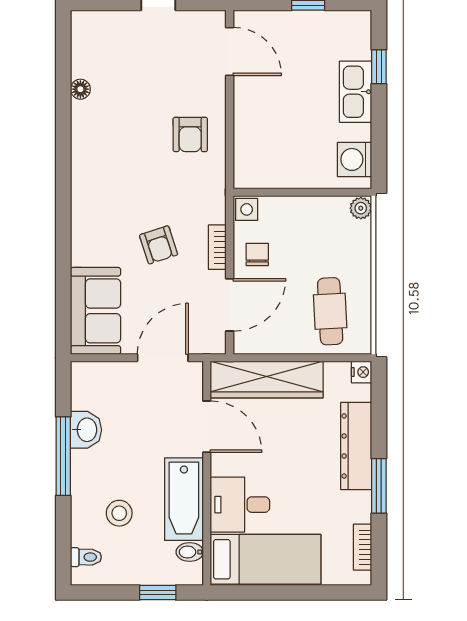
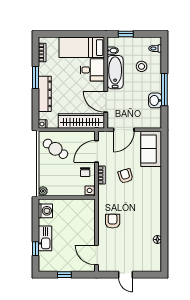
cafe table: (330, 311) -> (55, 149), turned -53

